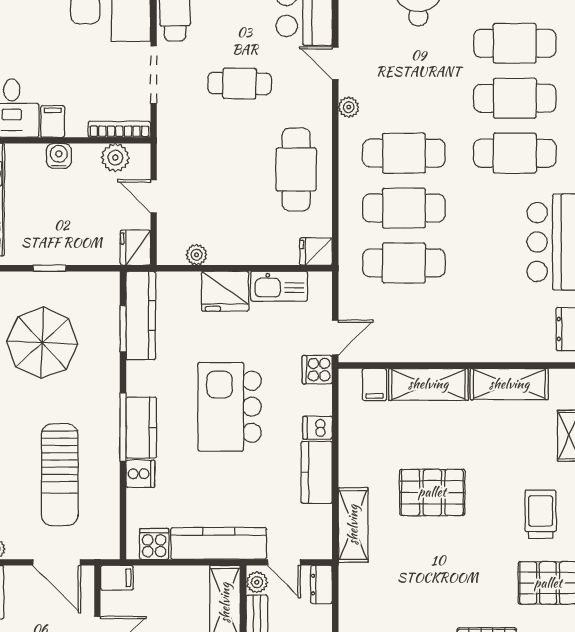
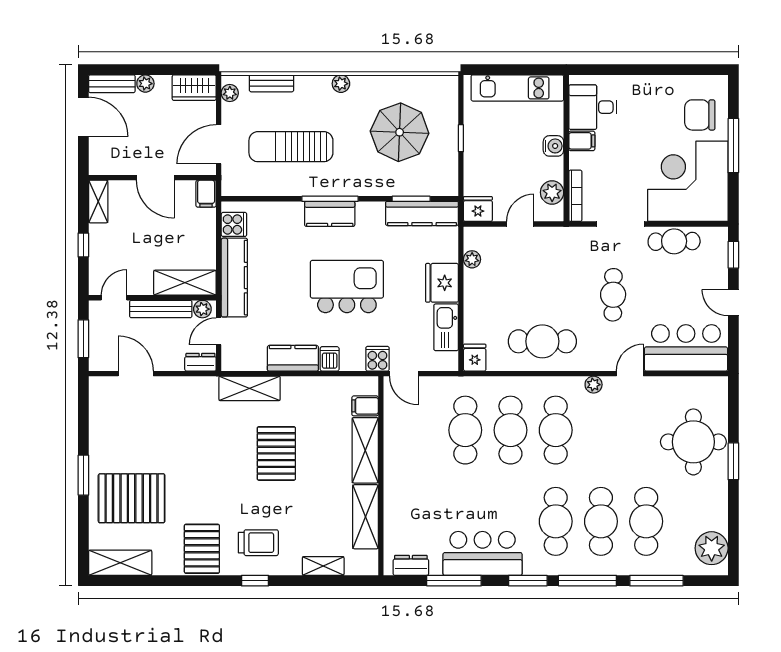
cooker: (140, 474) -> (292, 213), removed

